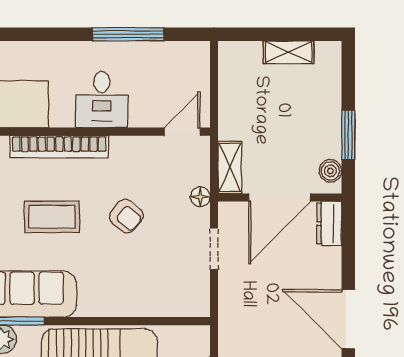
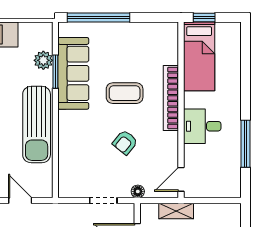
door: (182, 132) -> (181, 179), swing flipped
shelving: (230, 167) -> (176, 211), moved
coffee table: (52, 217) -> (125, 93), turned 90

